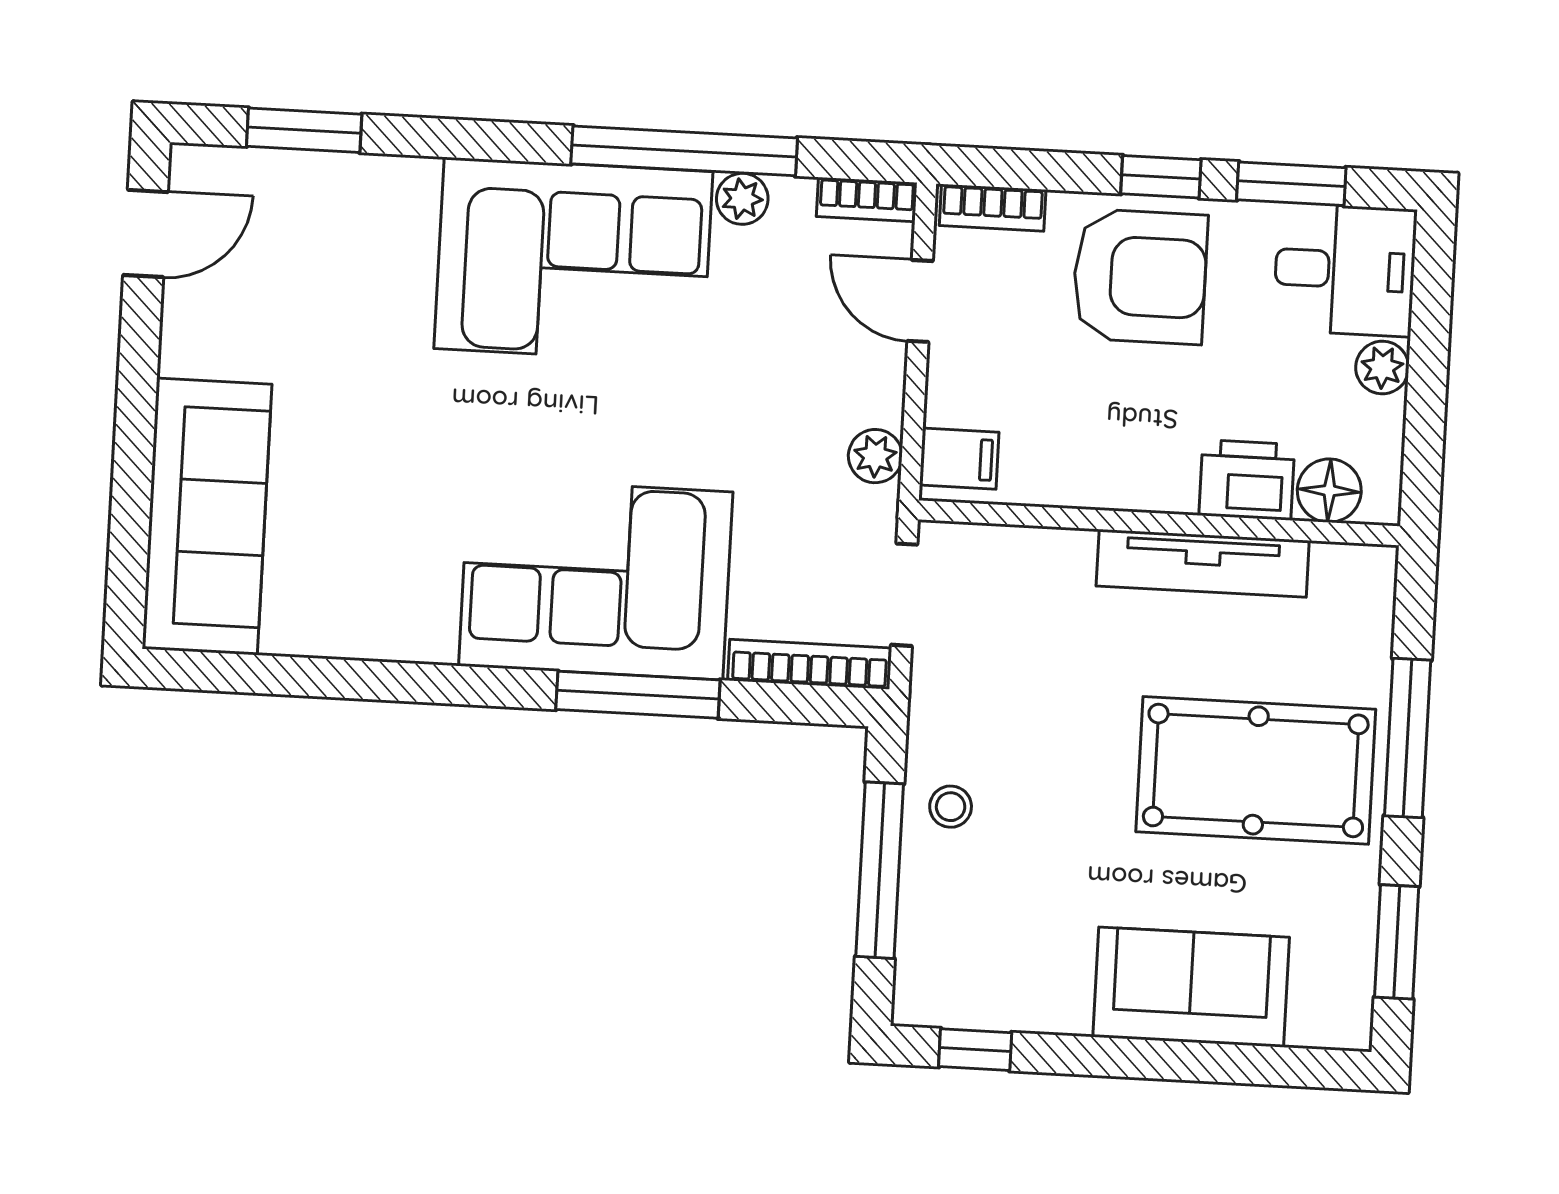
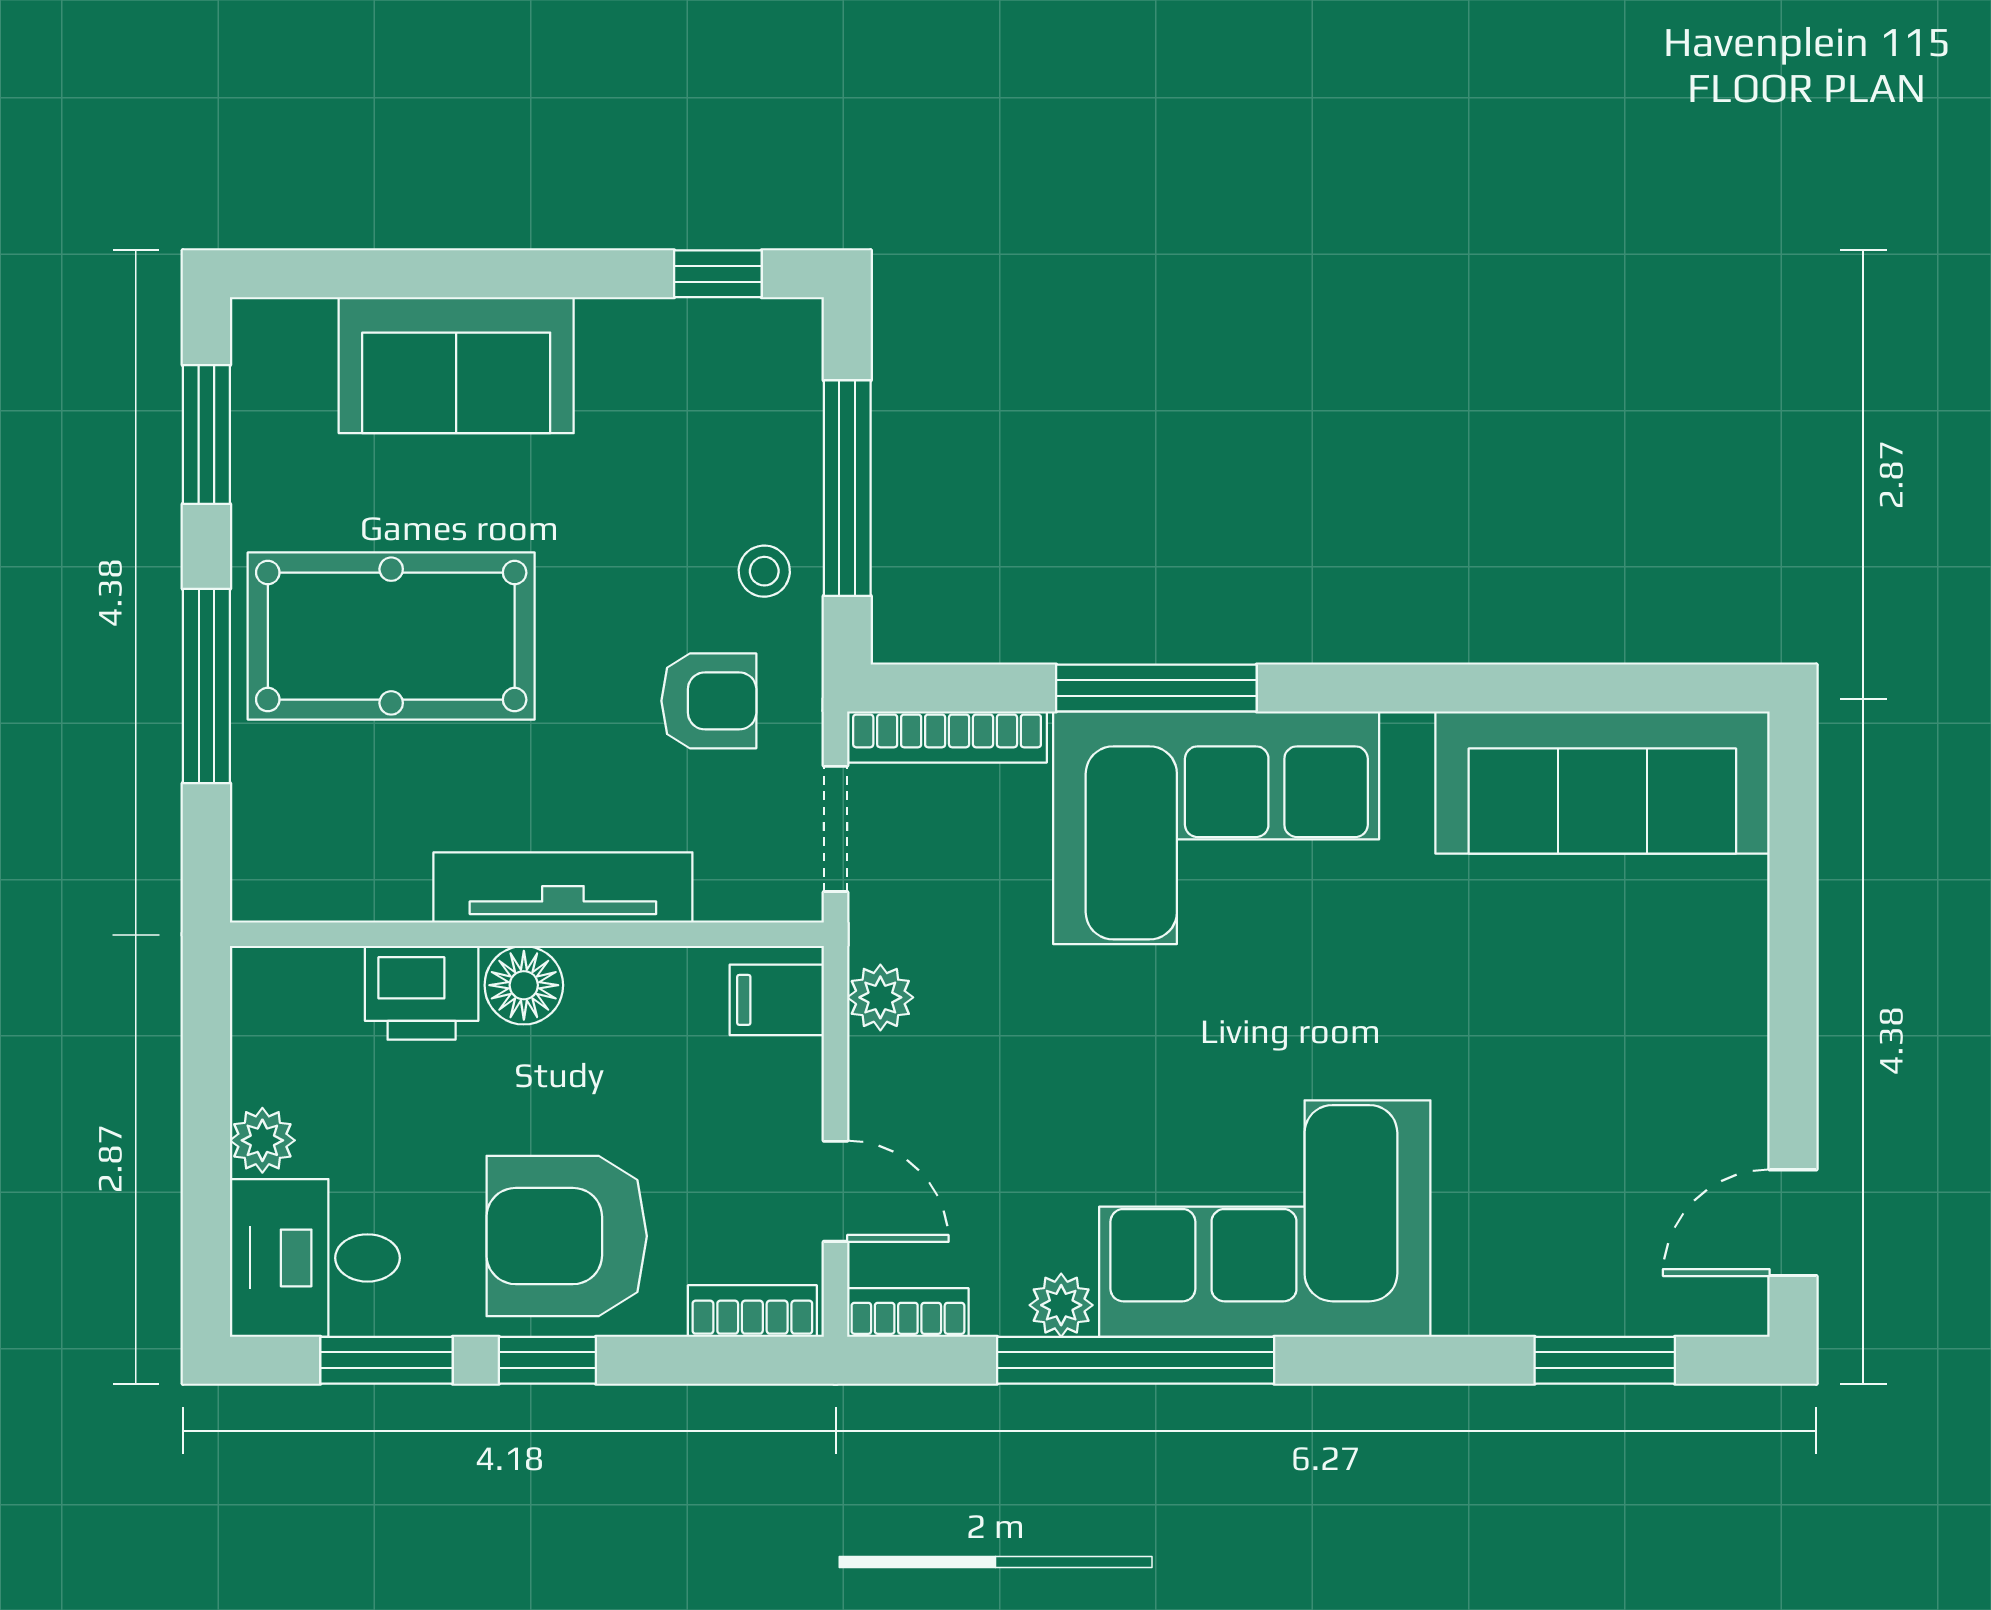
floor lamp: (1329, 491) -> (524, 985), moved
sofa: (207, 516) -> (1602, 783), moved, turned -90
tv unit: (1203, 563) -> (563, 887), moved
armchair: (1001, 704) -> (709, 701), added

